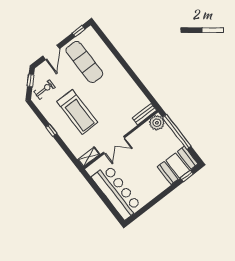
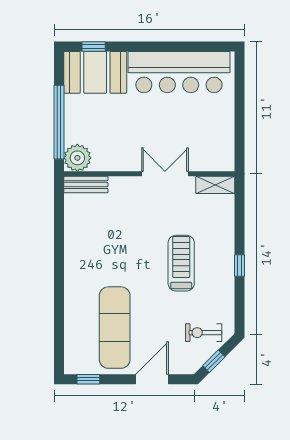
treadmill: (77, 112) -> (181, 263), width x0.73, depth x0.73
bar counter: (117, 192) -> (179, 72), moved, turned -90

